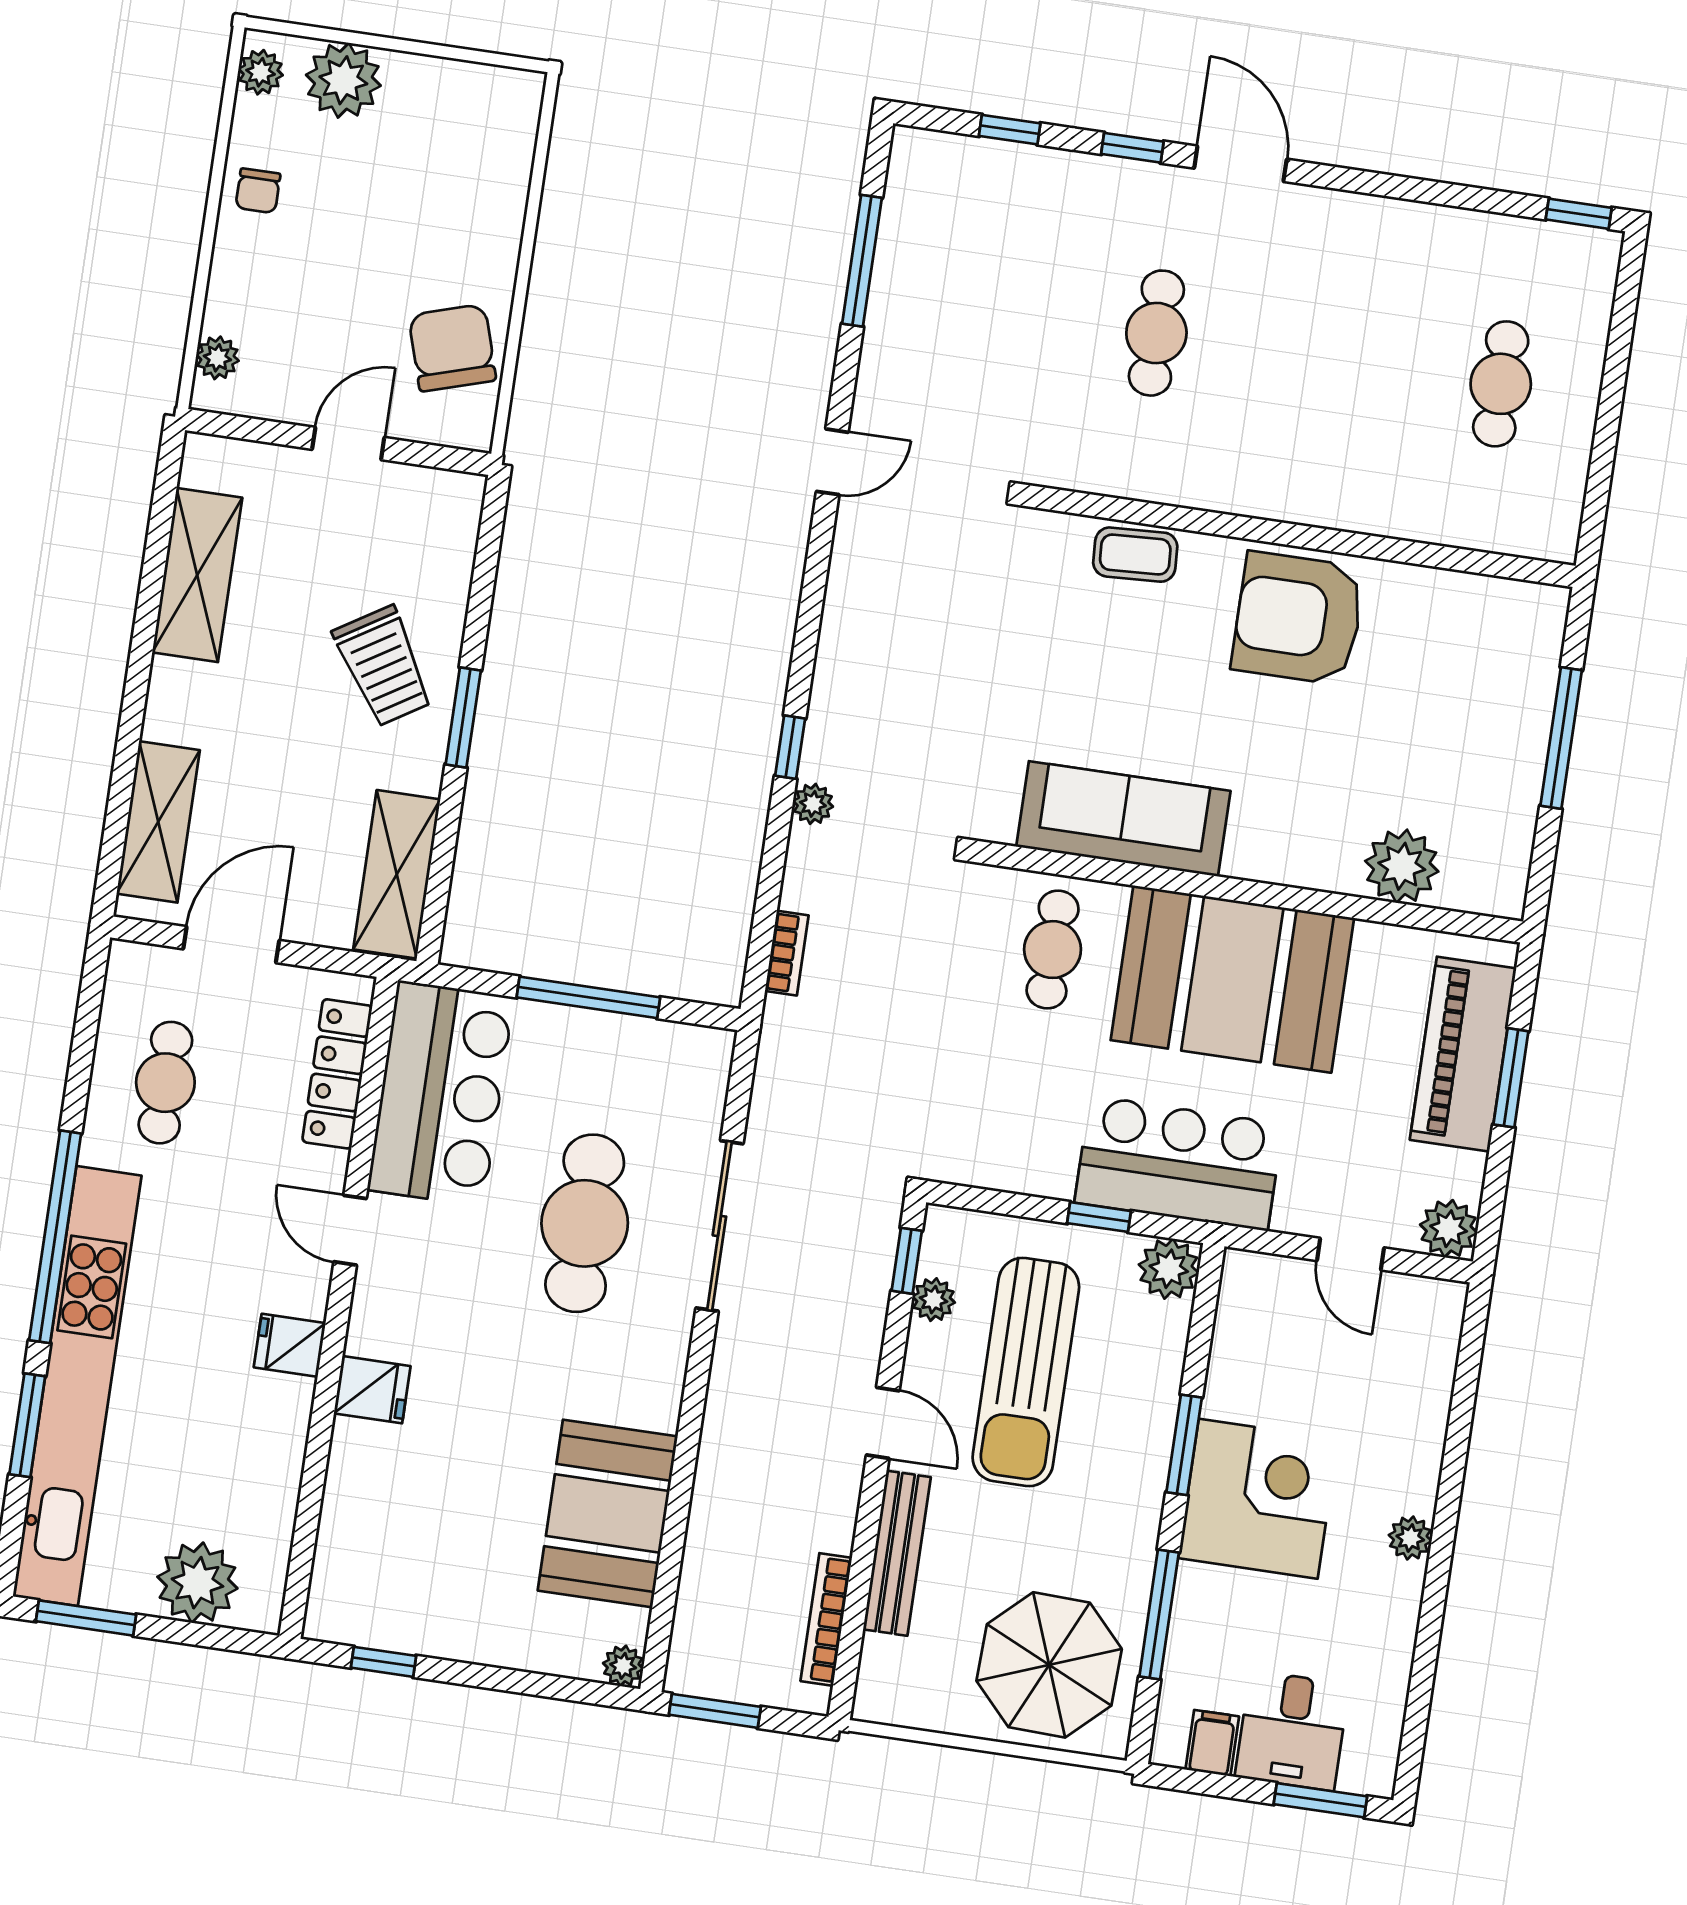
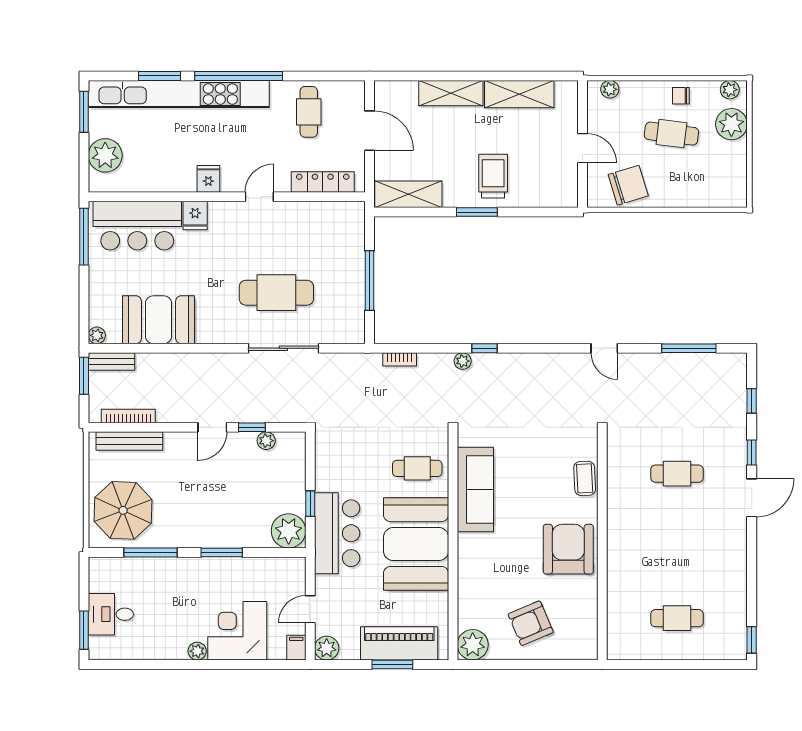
cafe table: (345, 226) -> (671, 134), added
trolley: (384, 666) -> (493, 176), turned 122
armchair: (1461, 734) -> (531, 623), added
window: (1561, 738) -> (535, 665), removed
shelving: (158, 822) -> (451, 93), moved
plant: (1402, 866) -> (473, 645), moved
cafe table: (165, 1083) -> (309, 112), turned 90
bar counter: (441, 1093) -> (137, 226), moved
window: (907, 1261) -> (252, 427), moved
plant: (1169, 1269) -> (289, 531), width x1.36, depth x1.36
sun lounger: (1026, 1372) -> (242, 483), removed
corner desk: (1258, 1499) -> (237, 631), moved, turned 180
bench: (897, 1553) -> (129, 441), moved
bench: (690, 1640) -> (111, 361), added
window: (383, 1662) -> (84, 237), width x2.17
filing cabinet: (1212, 1743) -> (296, 648), moved, turned -90

